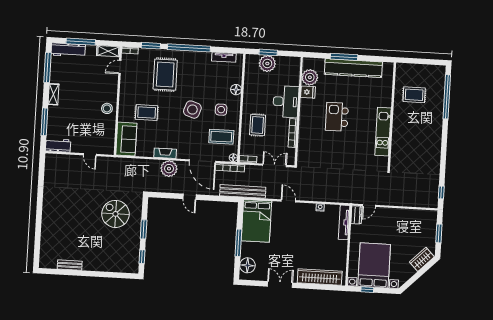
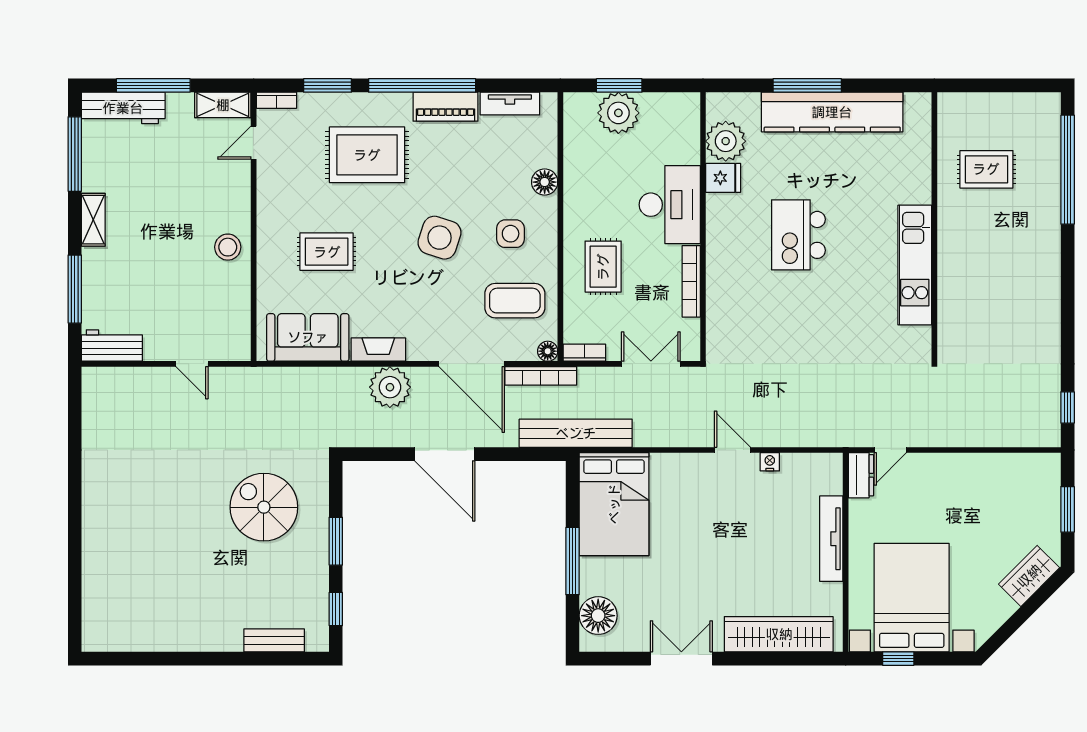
piano: (198, 57) -> (446, 107), added
rug: (165, 75) -> (367, 155), turned 90
sofa: (126, 139) -> (308, 337), moved, turned -90
door: (190, 197) -> (445, 454), width x1.87
door: (288, 201) -> (732, 450), moved
tv unit: (344, 222) -> (831, 539), moved
bench: (70, 265) -> (274, 640), moved

